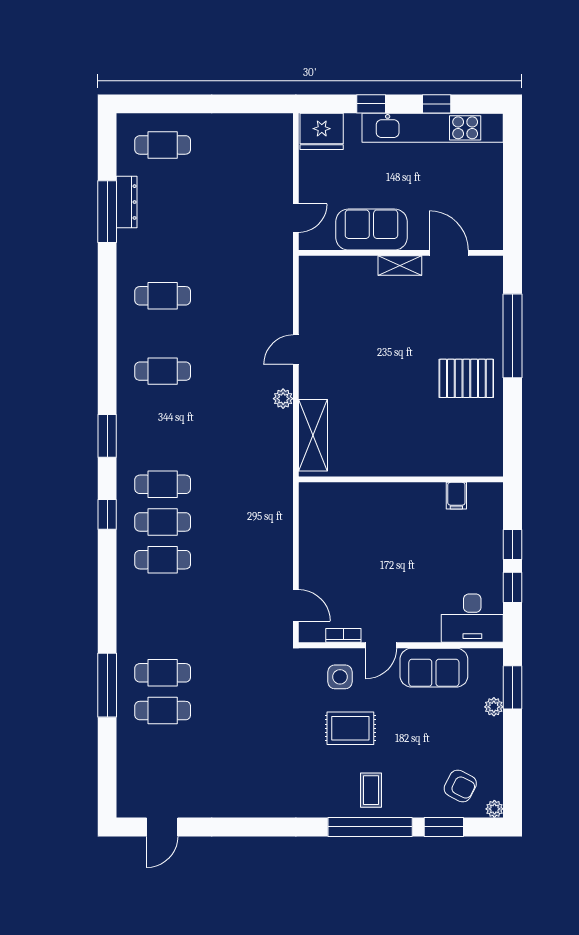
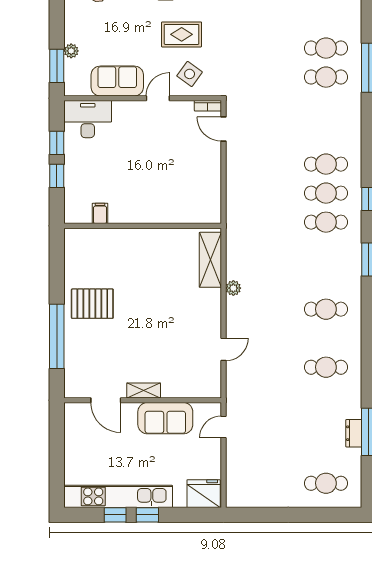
window: (371, 104) -> (147, 515), moved
dresser: (127, 202) -> (354, 433), width x0.70
door: (296, 350) -> (224, 349), moved
bookcase: (343, 635) -> (208, 106), moved
side table: (340, 677) -> (190, 74), turned 36

